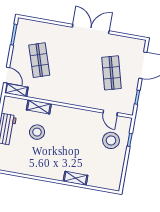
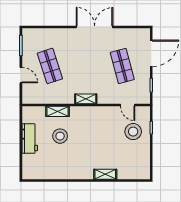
door: (7, 75) -> (21, 75), moved
shelving: (16, 90) -> (86, 99), moved

